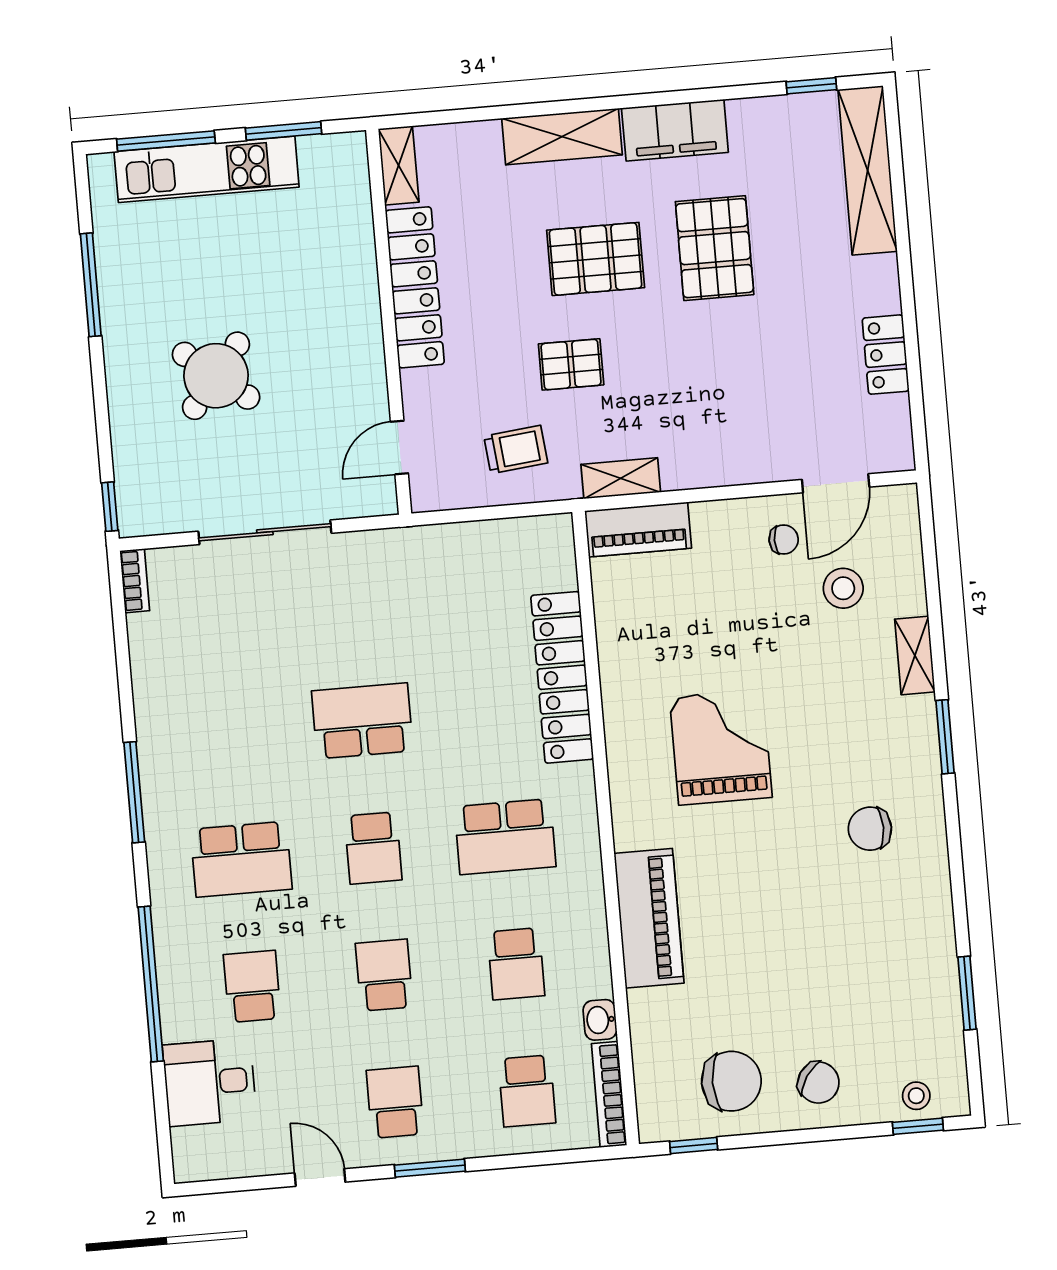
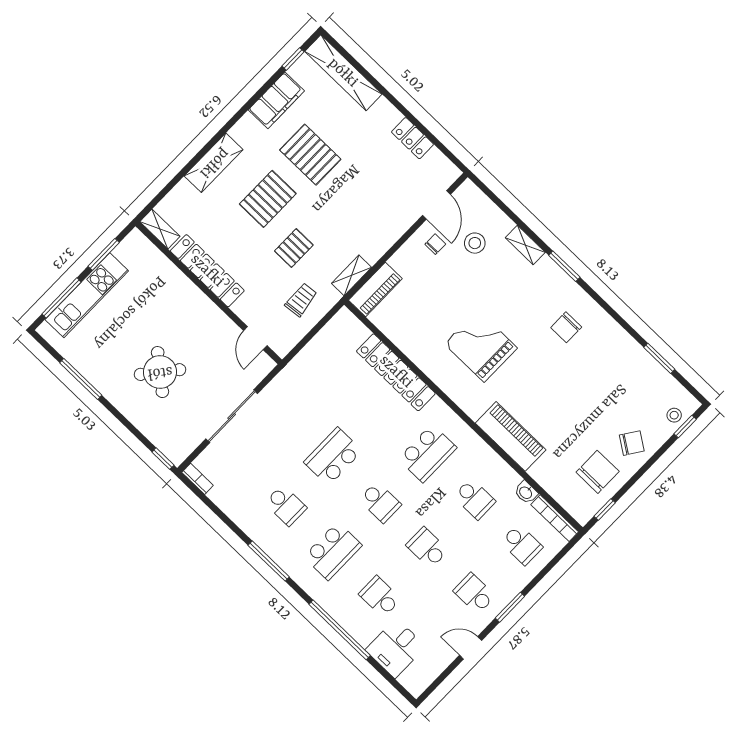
filing cabinet: (675, 130) -> (276, 100), moved
school desk: (230, 732) -> (286, 505), added

